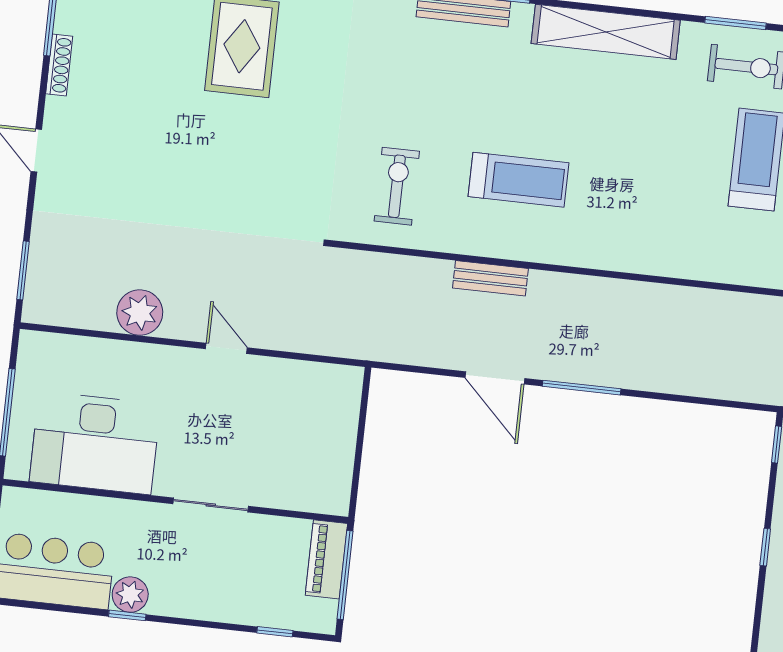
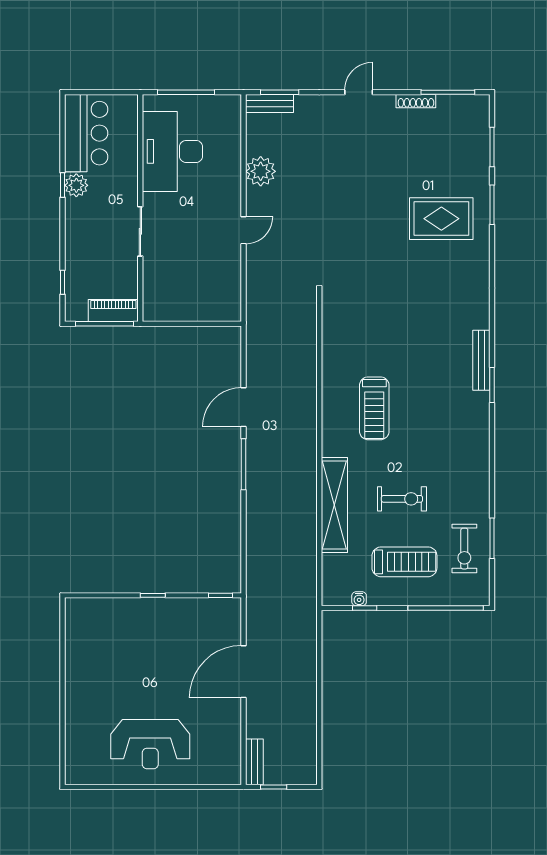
shelving: (606, 32) -> (334, 505), moved
exercise bike: (397, 186) -> (402, 499), moved
bench: (490, 278) -> (270, 103), moved, turned 90

